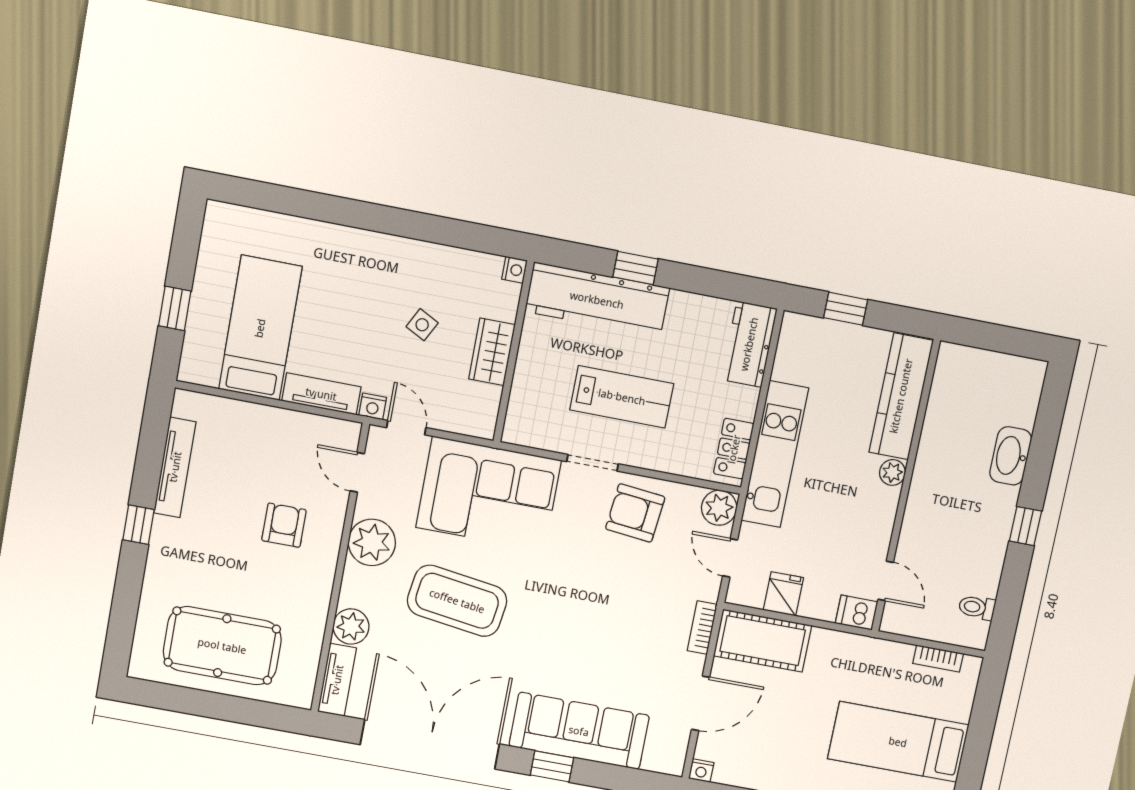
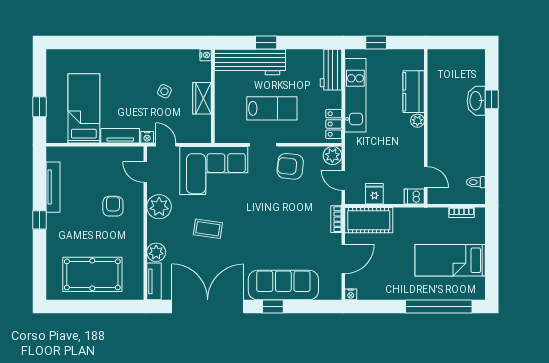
kitchen counter: (901, 396) -> (414, 92), width x0.67
kitchen unit: (775, 454) -> (355, 95), moved
window: (1025, 526) -> (492, 99), moved
coffee table: (457, 601) -> (208, 229), width x0.54, depth x0.58

